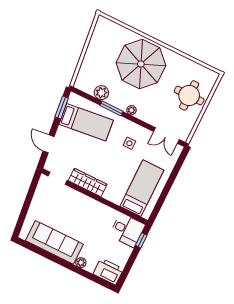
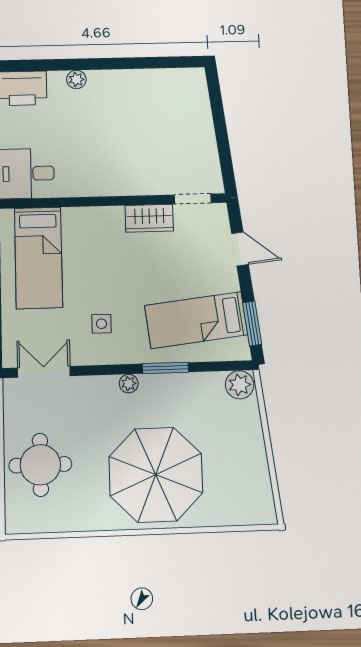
plant: (101, 93) -> (240, 385), moved
wardrobe: (88, 182) -> (149, 218), width x0.67
sofa: (54, 242) -> (139, 90), removed

